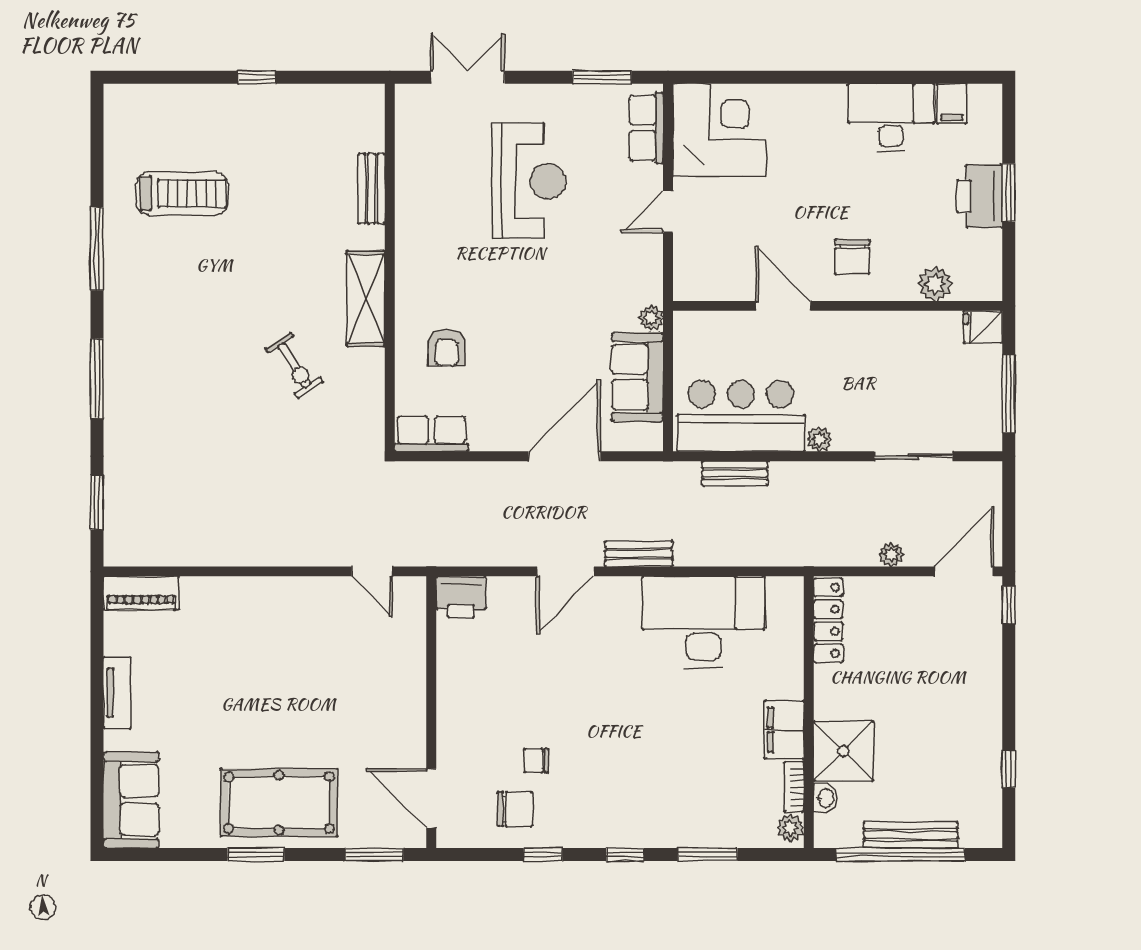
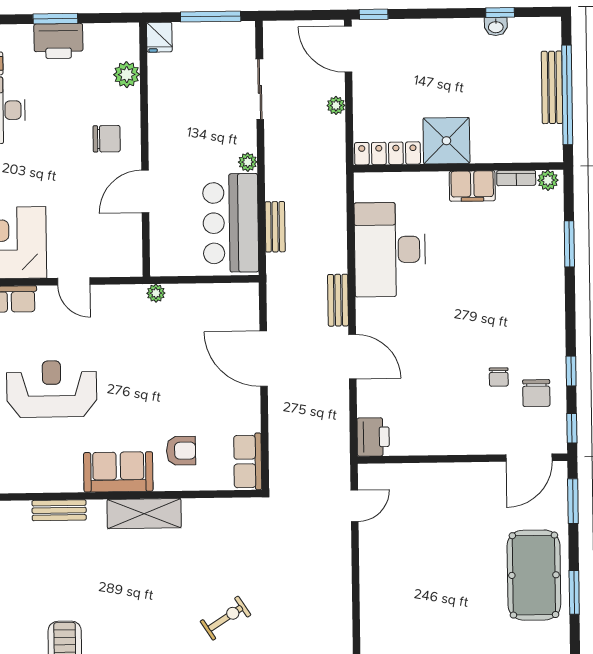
exercise bike: (294, 365) -> (226, 618), moved
sofa: (637, 377) -> (118, 472), moved, turned 180
shower: (843, 751) -> (446, 141), moved
washbasin: (825, 798) -> (496, 27), moved, turned 180
chair: (515, 809) -> (536, 393), turned 180
window: (625, 855) -> (572, 428), moved

